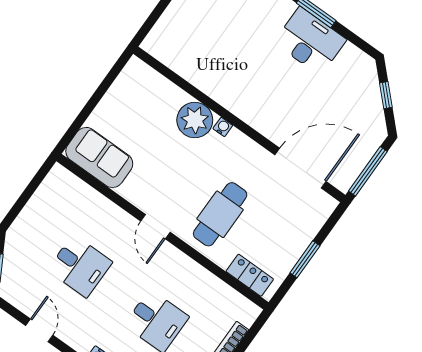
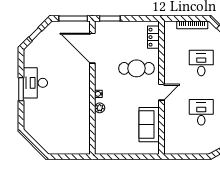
plant: (195, 120) -> (100, 108), width x0.53, depth x0.53
sofa: (99, 157) -> (149, 125), moved
window: (305, 259) -> (110, 19), moved

